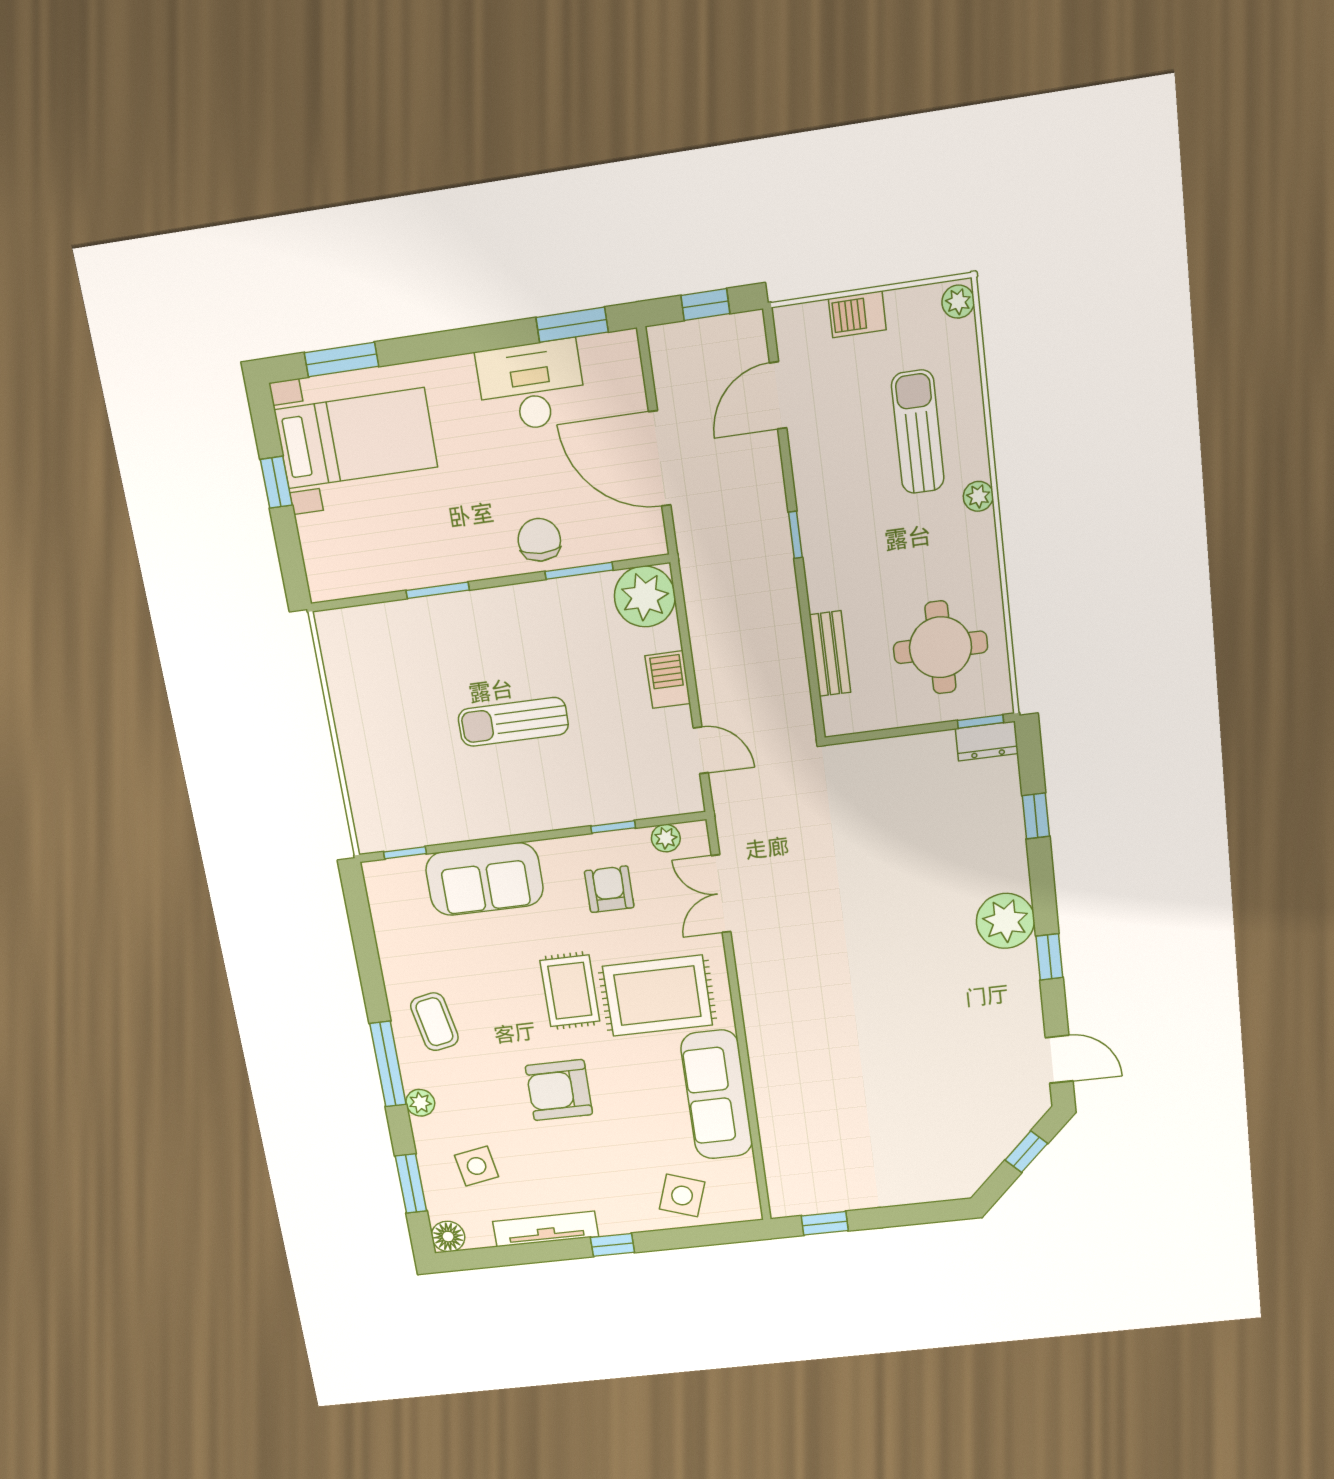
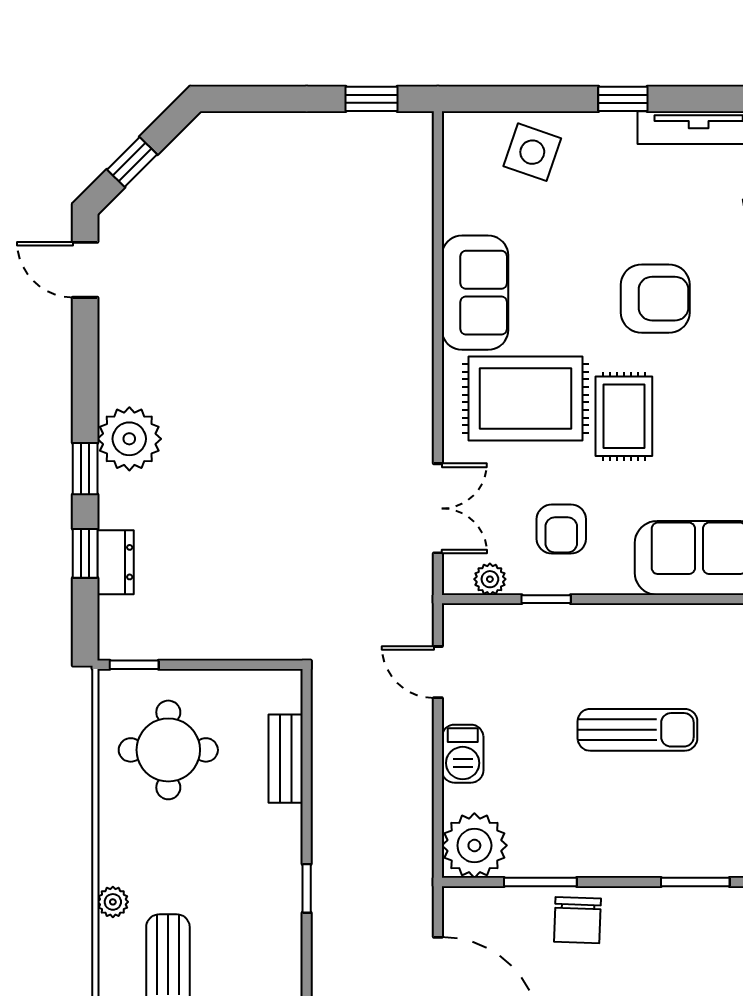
dresser: (987, 741) -> (116, 562), moved, turned 90
window: (1049, 957) -> (85, 469), moved
sofa: (717, 1095) -> (475, 293), width x0.73

